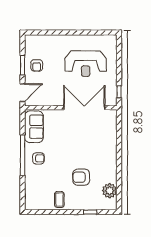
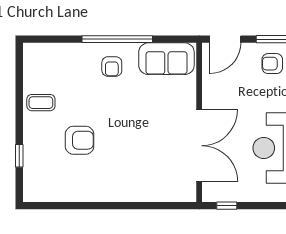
door: (23, 93) -> (225, 39), hinge flipped
armchair: (81, 177) -> (80, 140), turned 90
plant: (110, 191) -> (56, 189), removed

